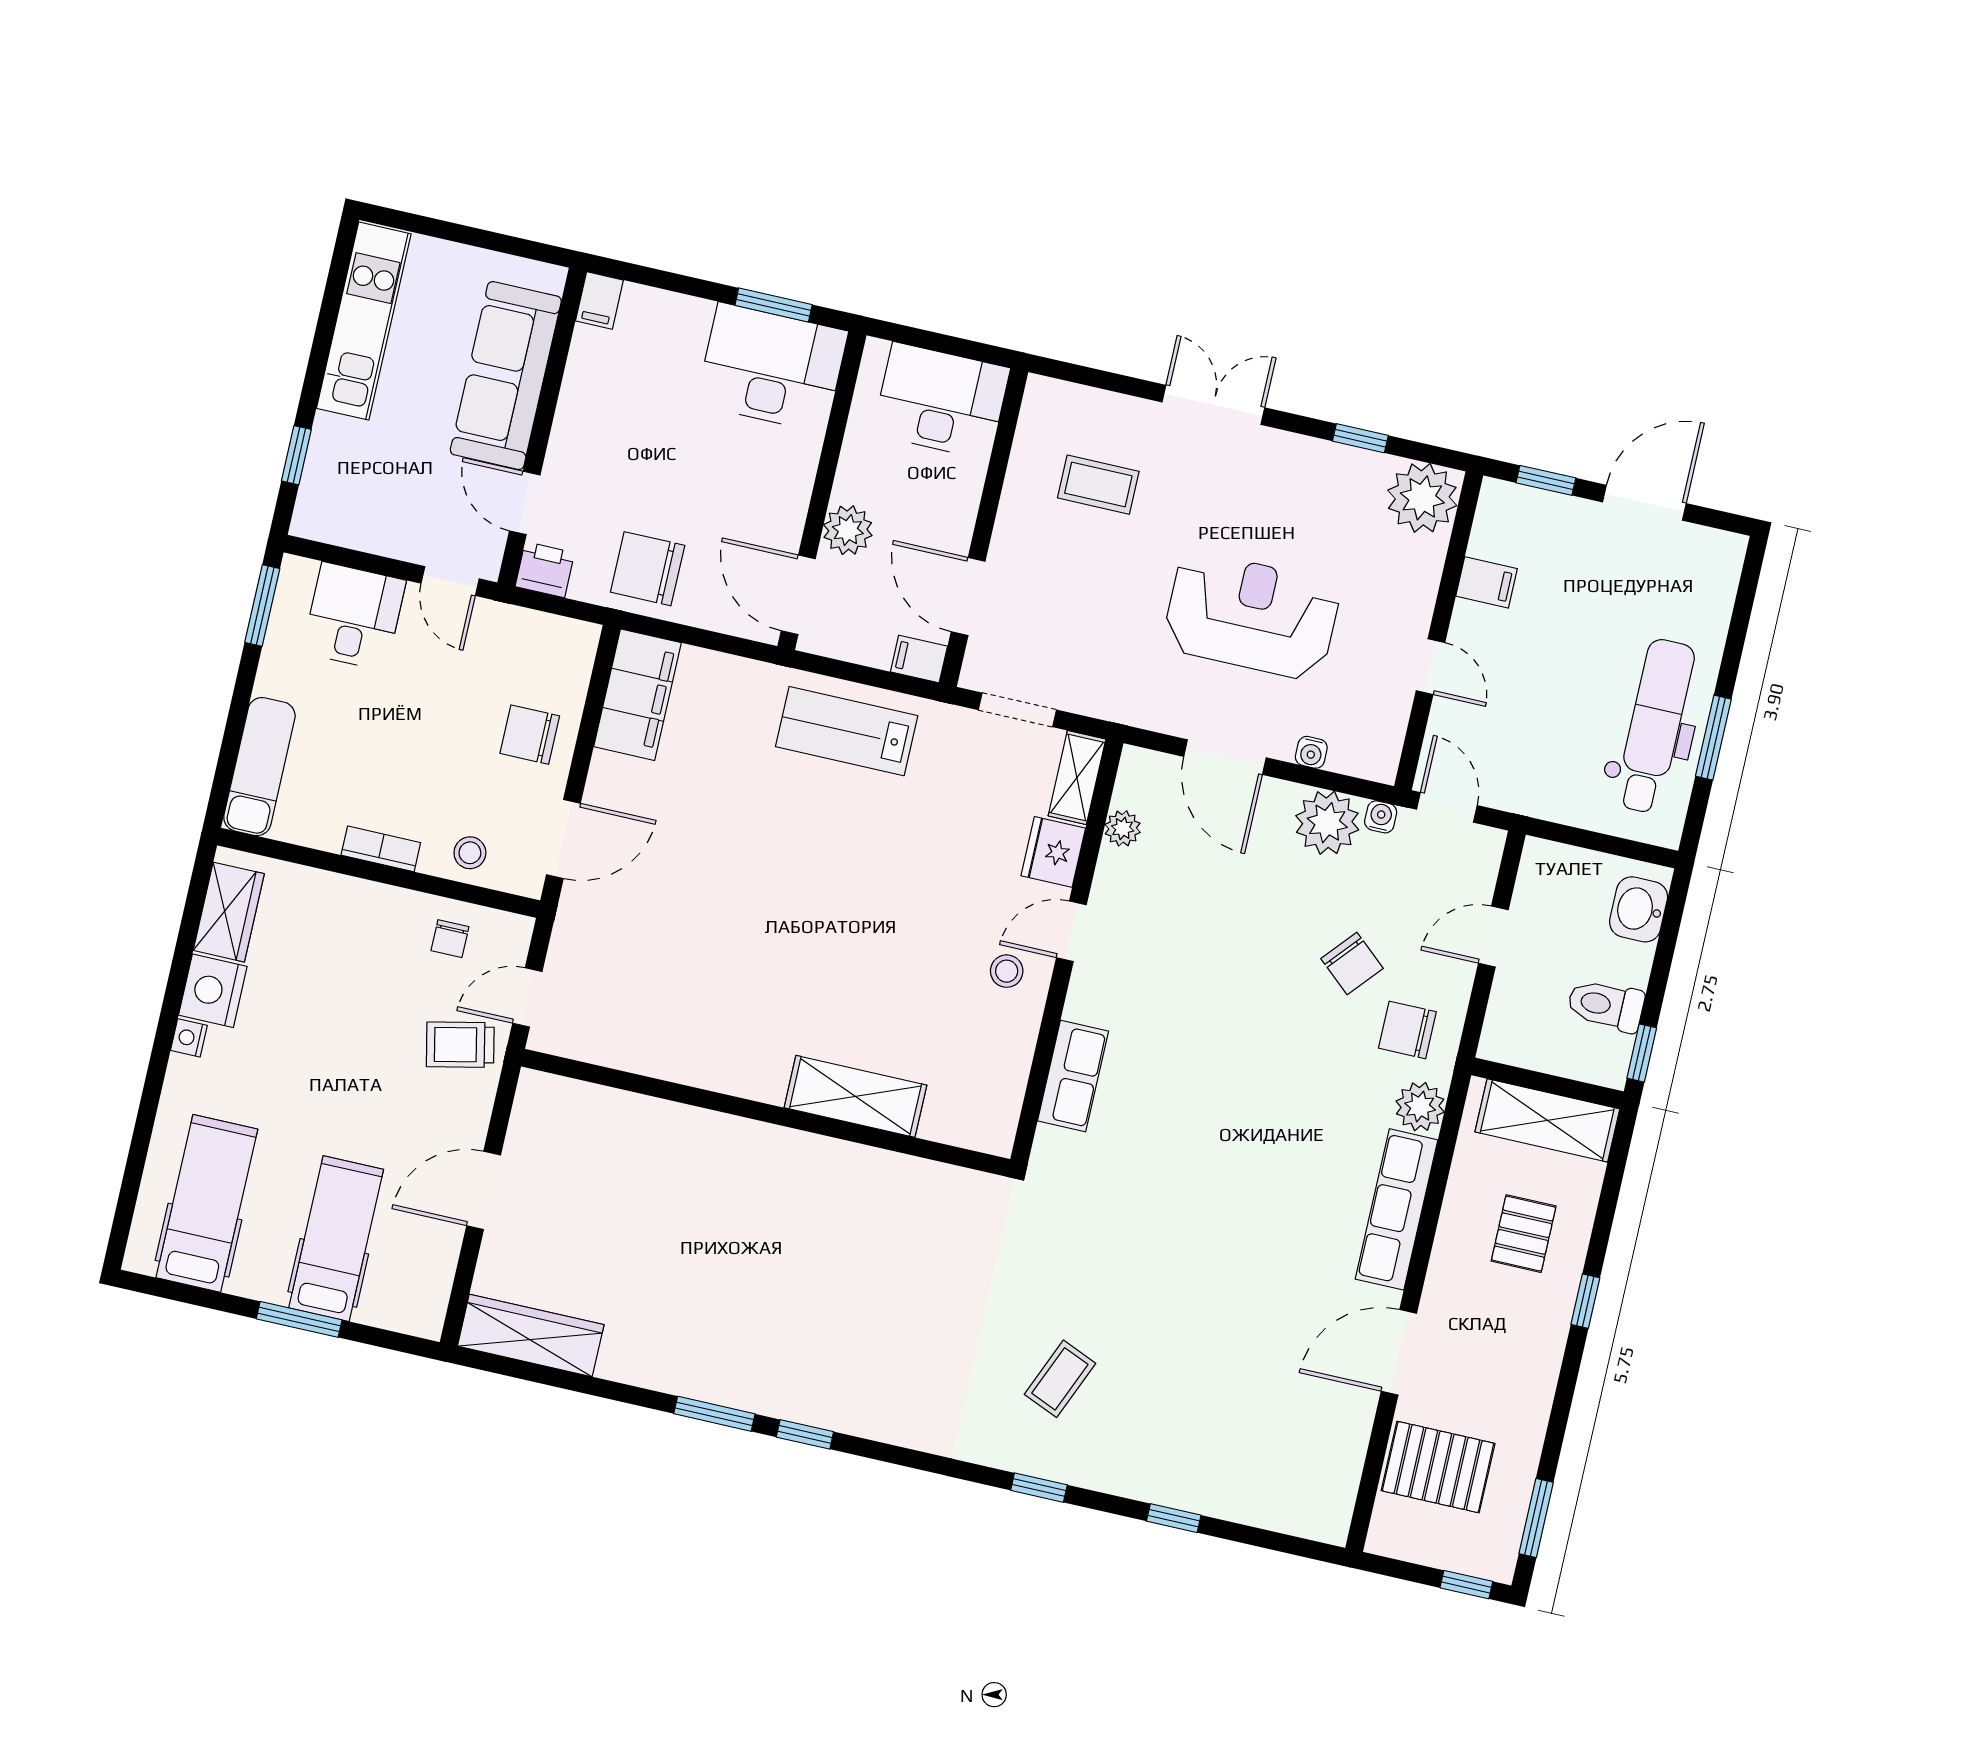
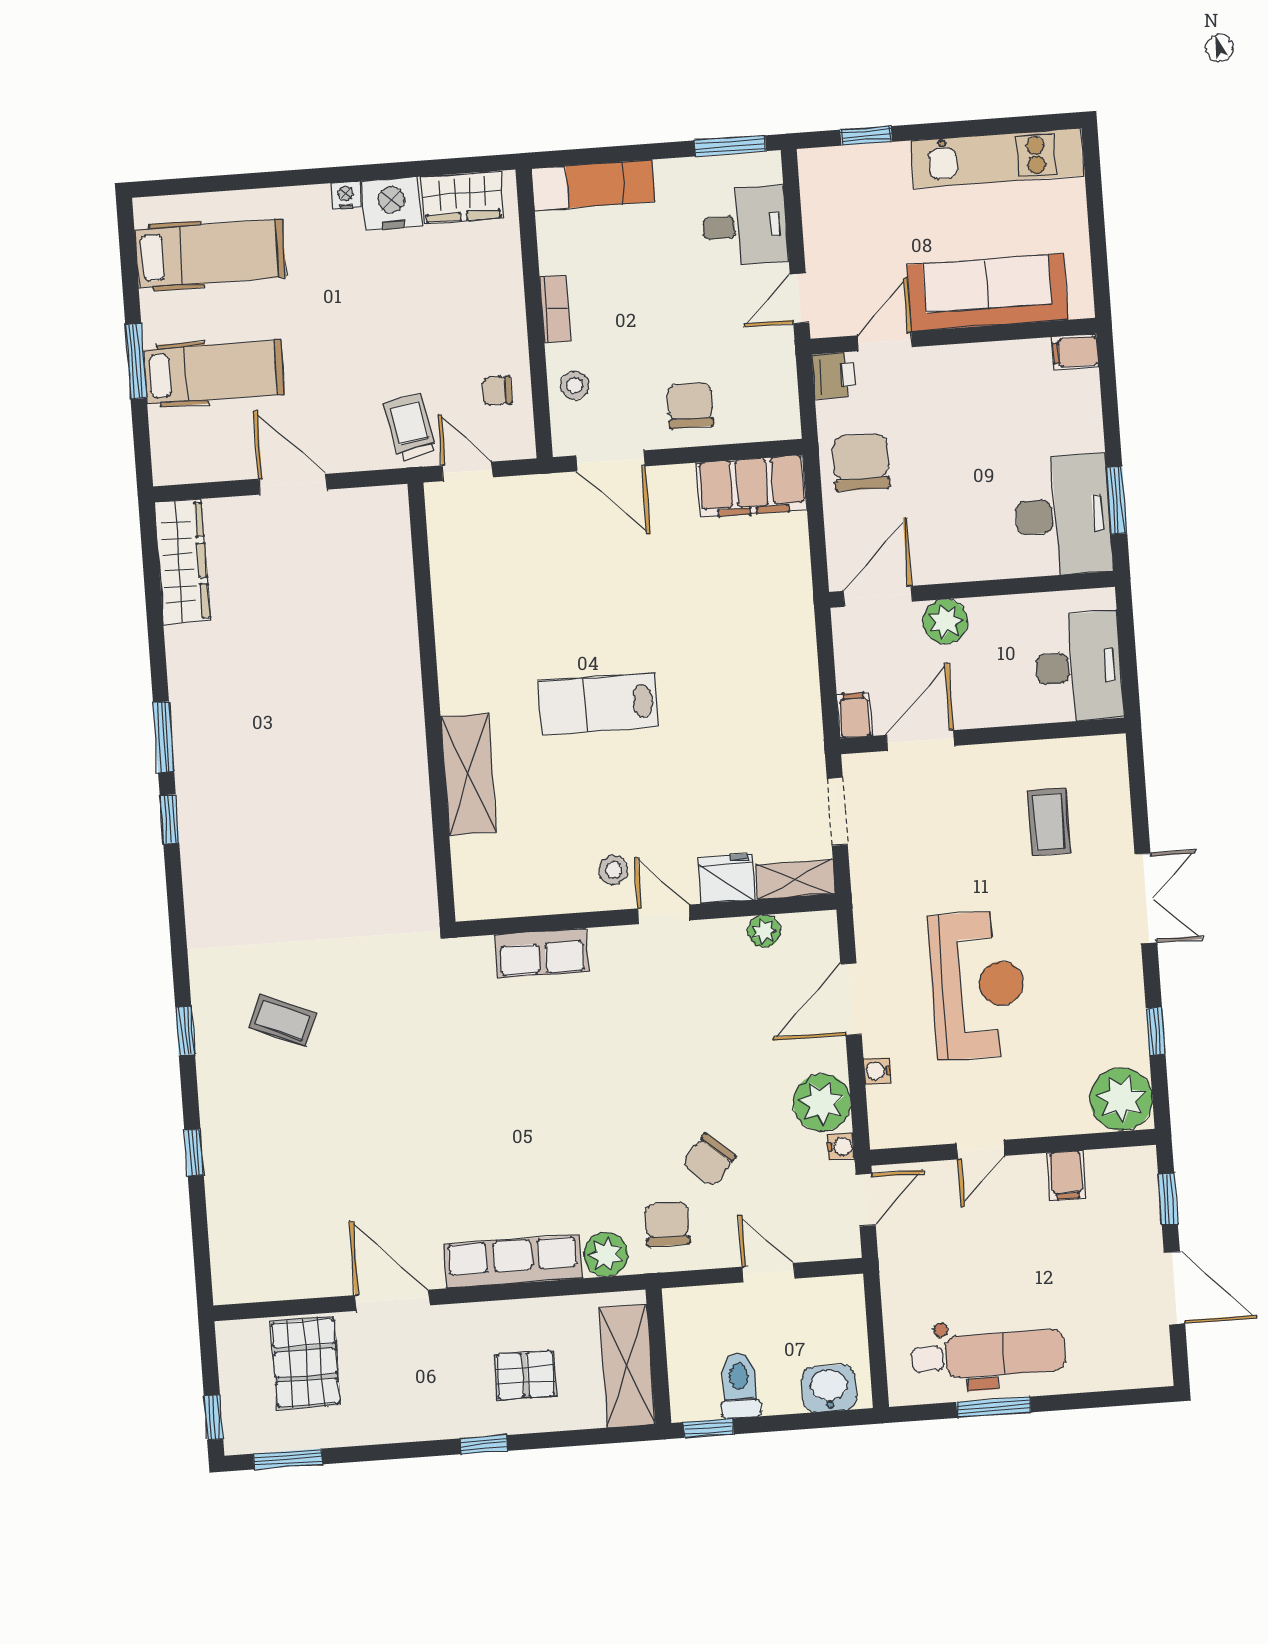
lab bench: (847, 731) -> (598, 704), moved, turned -90

